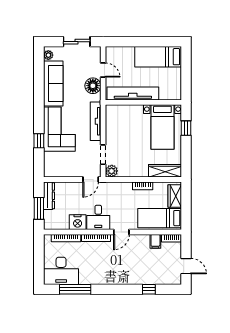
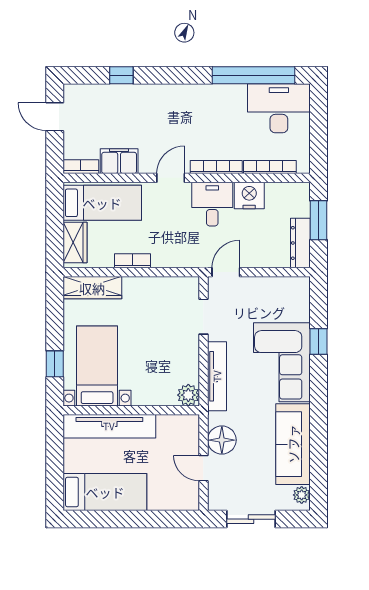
tv unit: (133, 93) -> (109, 426), moved
plant: (112, 171) -> (188, 395), moved
filing cabinet: (155, 241) -> (119, 161), width x2.00
window: (75, 289) -> (253, 75), width x1.46

